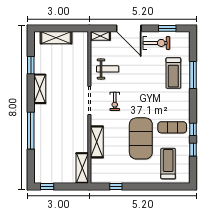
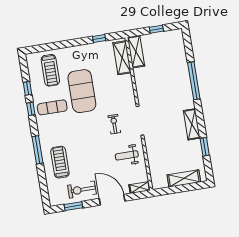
window: (193, 75) -> (38, 150), moved
shelving: (97, 142) -> (122, 58), moved
window: (47, 187) -> (156, 29), moved

